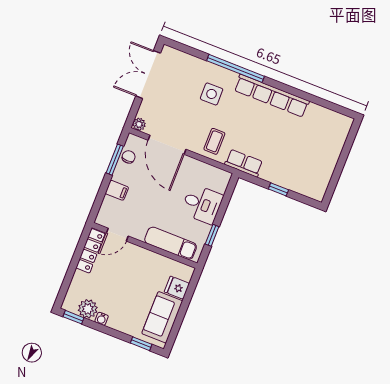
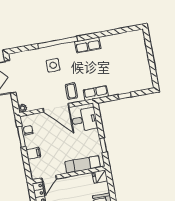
row of seats: (272, 96) -> (88, 45), width x0.50
door: (167, 145) -> (56, 108), moved
desk: (202, 204) -> (84, 120), moved
fridge: (177, 288) -> (100, 177), moved

